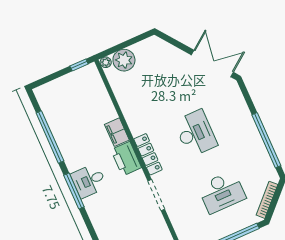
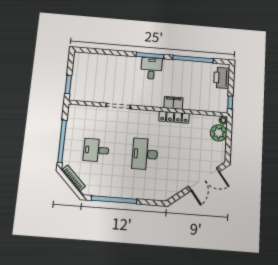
double door: (212, 63) -> (204, 179), moved
desk: (196, 133) -> (145, 154), turned 90
locker: (148, 154) -> (174, 117), moved
printer: (126, 159) -> (222, 78), moved, turned -90
desk: (222, 192) -> (96, 150), width x0.73

